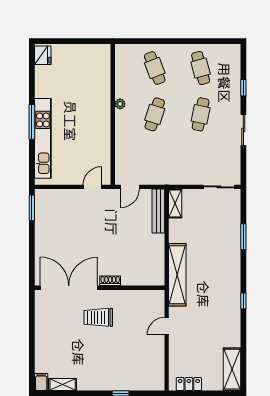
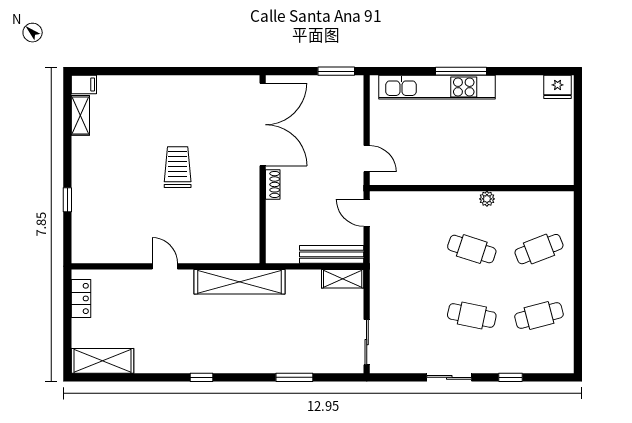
shoe rack: (110, 281) -> (273, 184), moved
double door: (69, 288) -> (263, 125), moved
wall: (100, 288) -> (263, 169), moved

